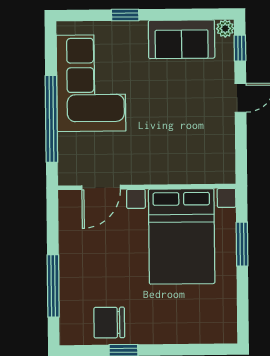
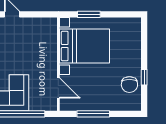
window: (53, 286) -> (93, 114), moved

